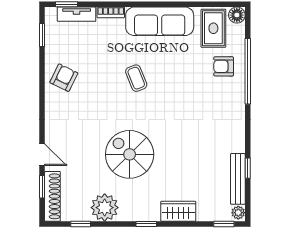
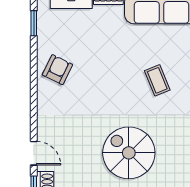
coffee table: (136, 78) -> (157, 80), moved

